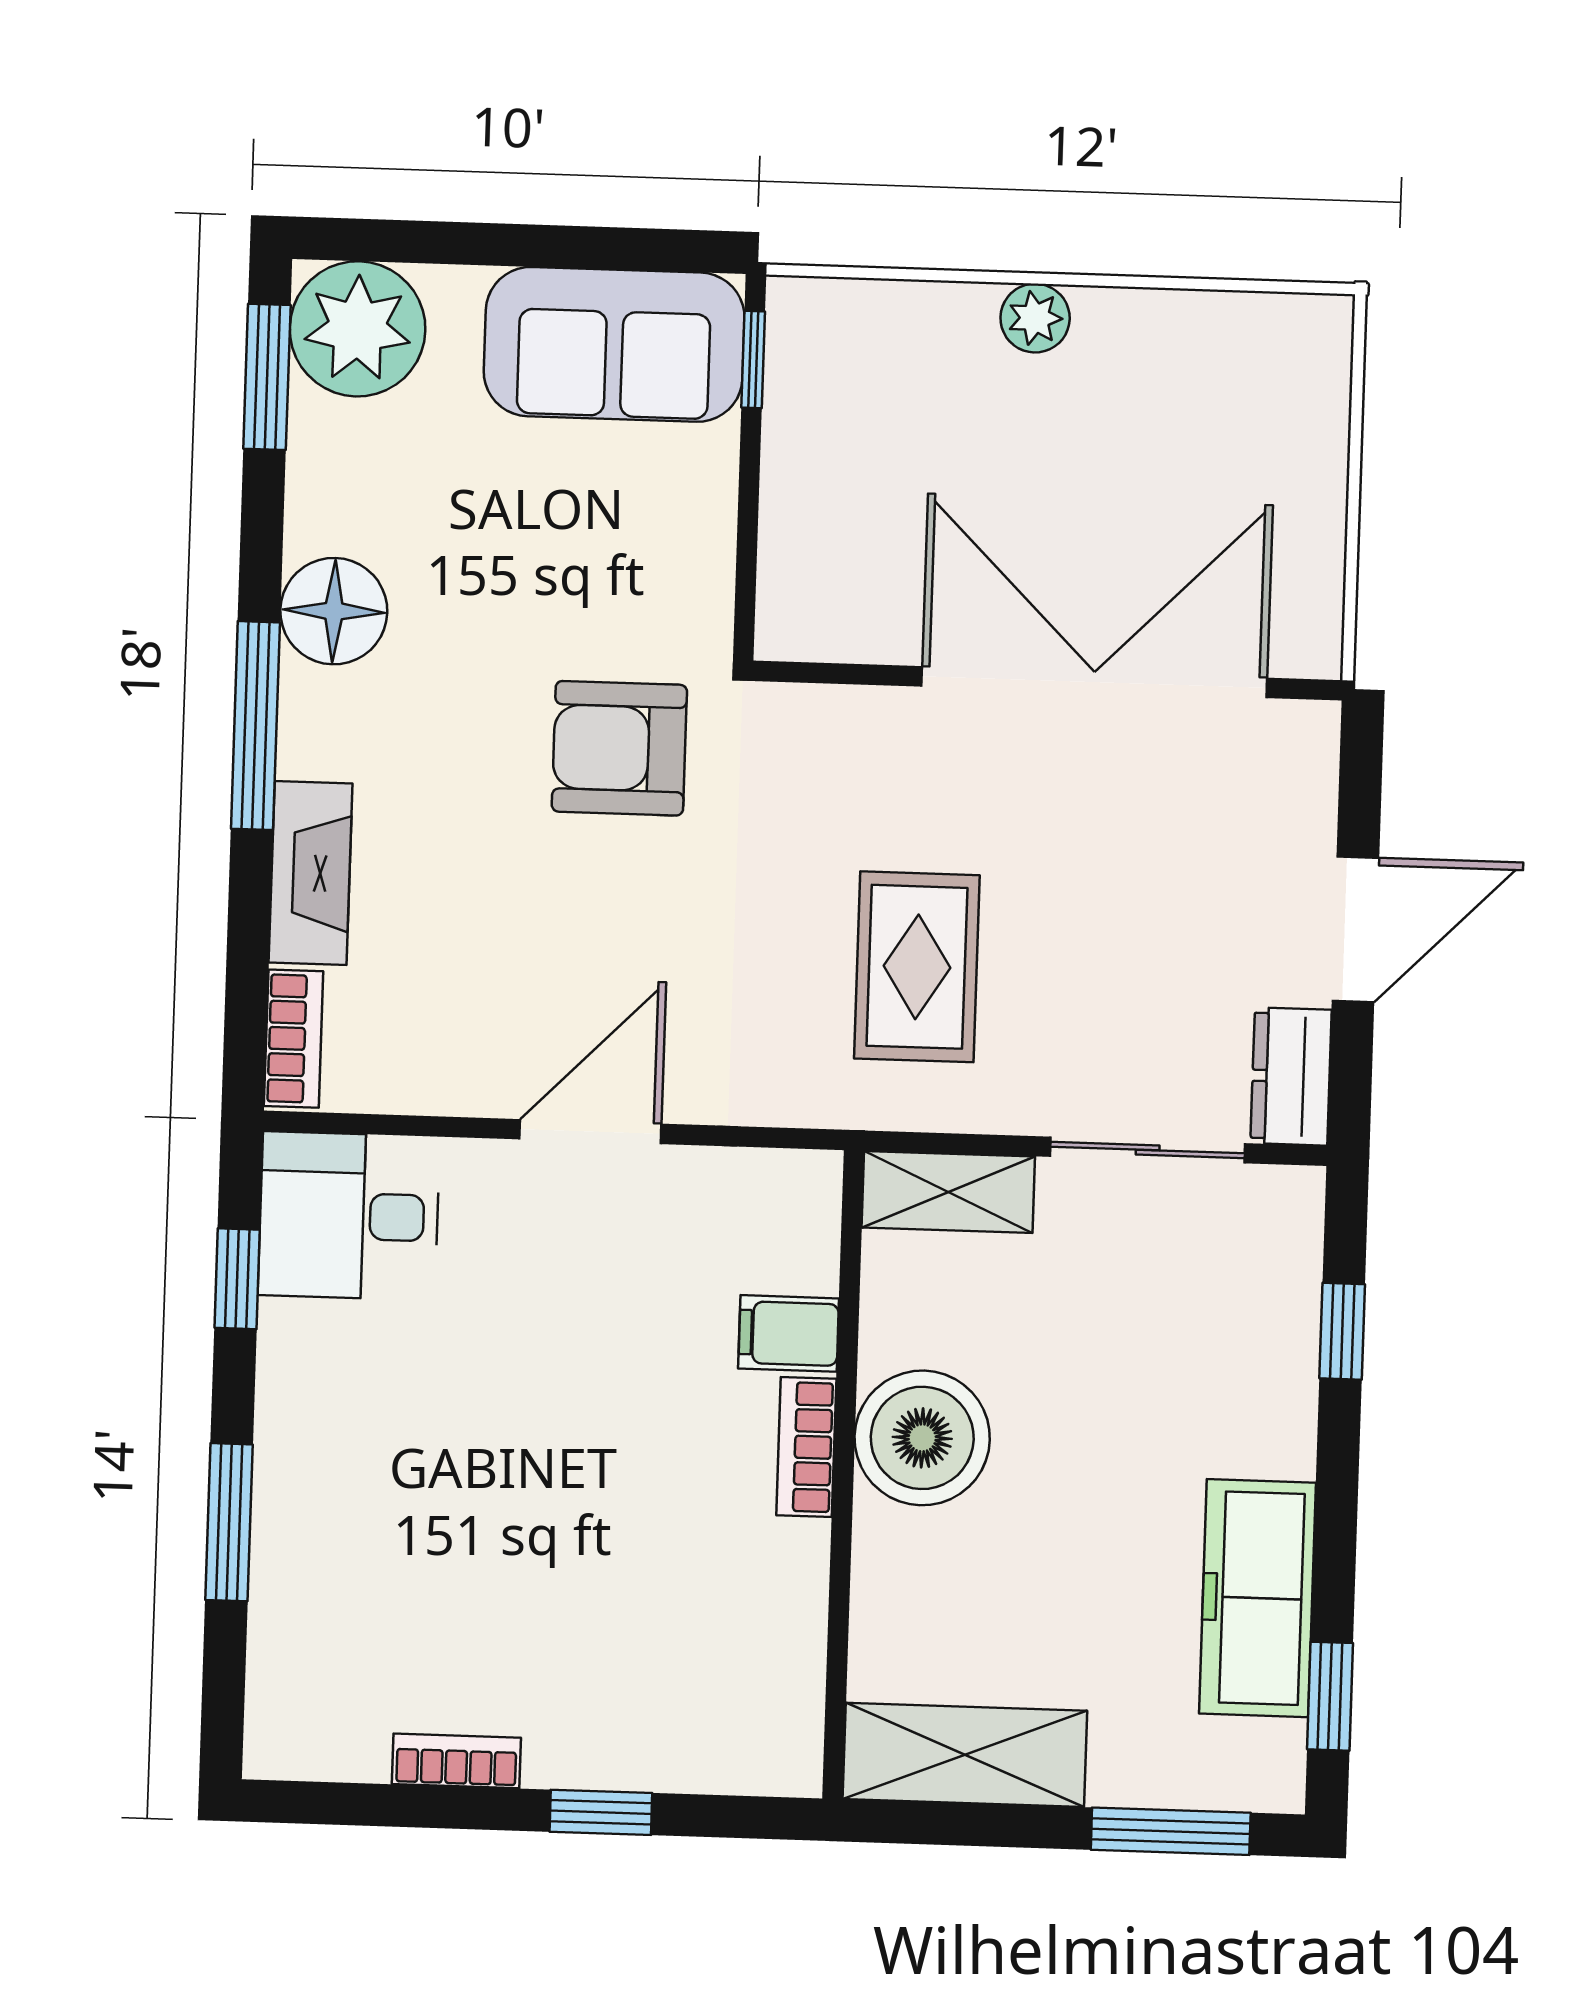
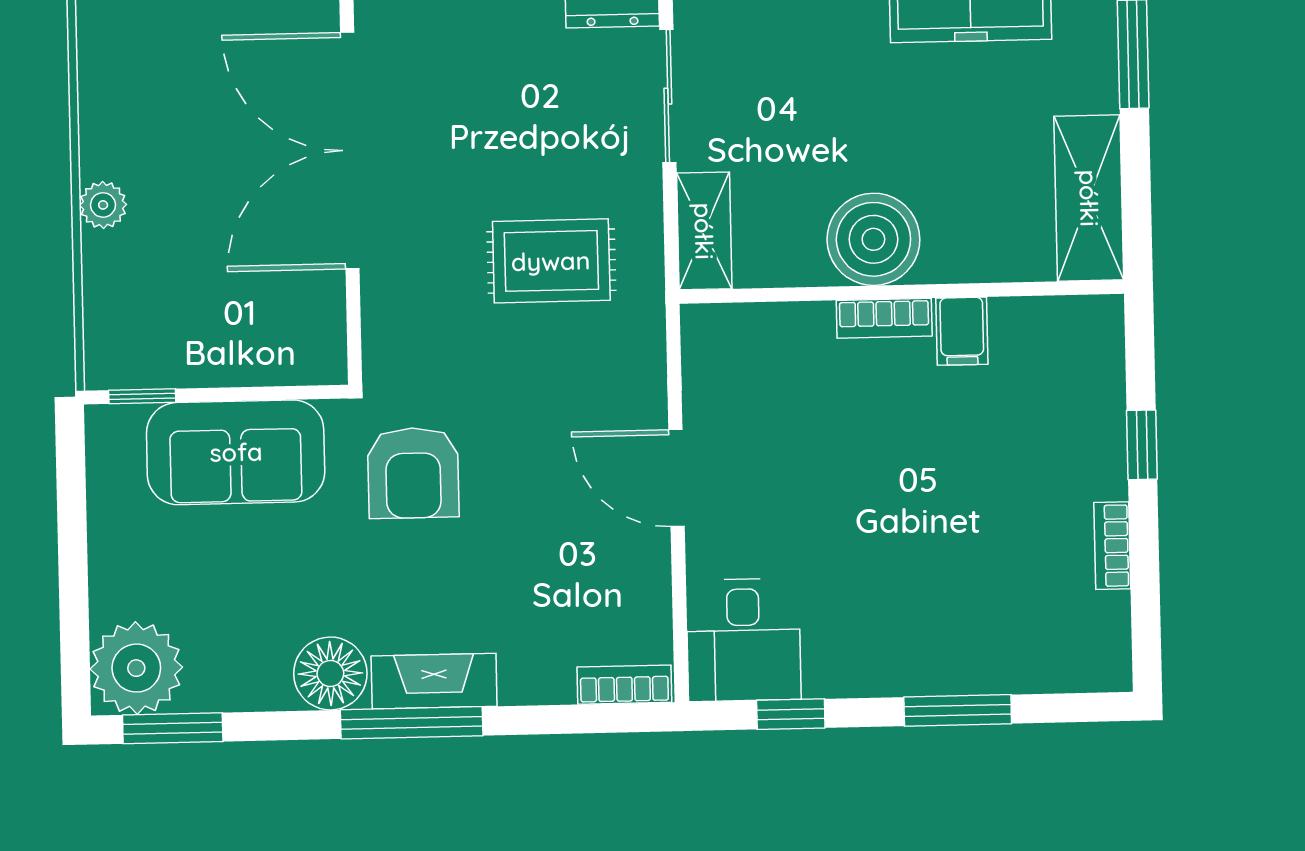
sofa: (614, 344) -> (236, 452), moved, turned 90
fireplace: (311, 873) -> (434, 681), moved
filing cabinet: (789, 1333) -> (962, 331), moved

